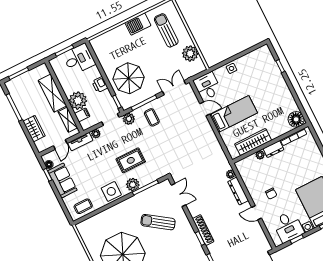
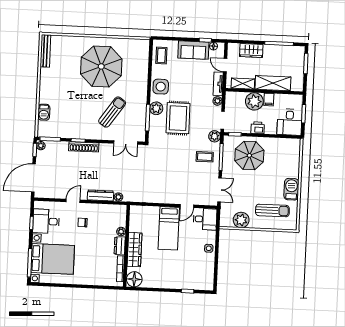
filing cabinet: (82, 115) -> (269, 100), moved
wardrobe: (253, 142) -> (135, 250), moved
rug: (131, 160) -> (178, 118), width x1.36, depth x1.43

